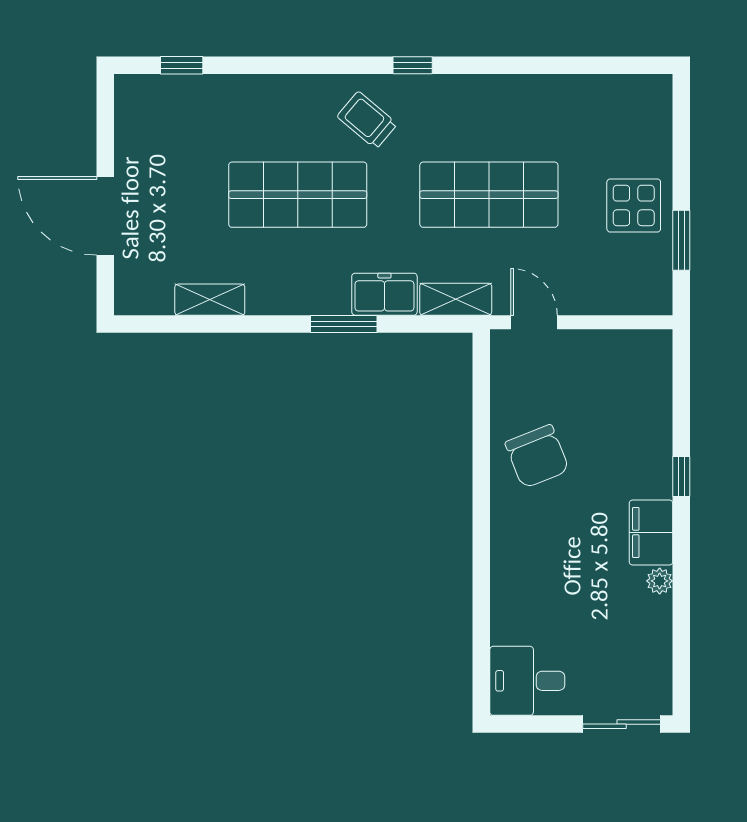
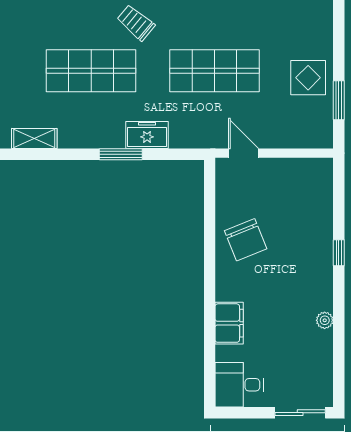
shelving: (456, 299) -> (193, 138), removed
filing cabinet: (651, 532) -> (229, 323), moved, turned 180

